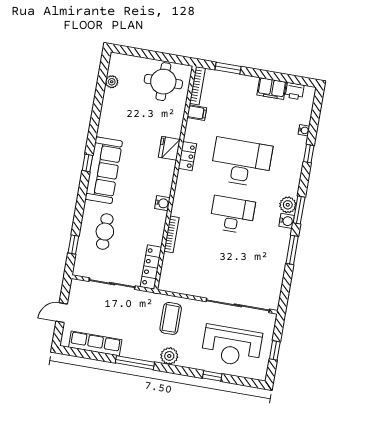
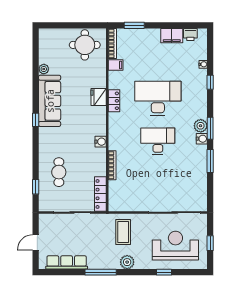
plant: (112, 82) -> (44, 69), moved
sofa: (104, 170) -> (50, 101), moved
reception desk: (232, 346) -> (175, 246), turned 180

